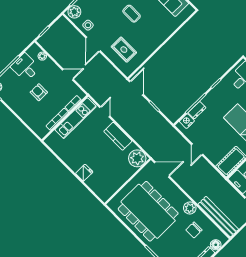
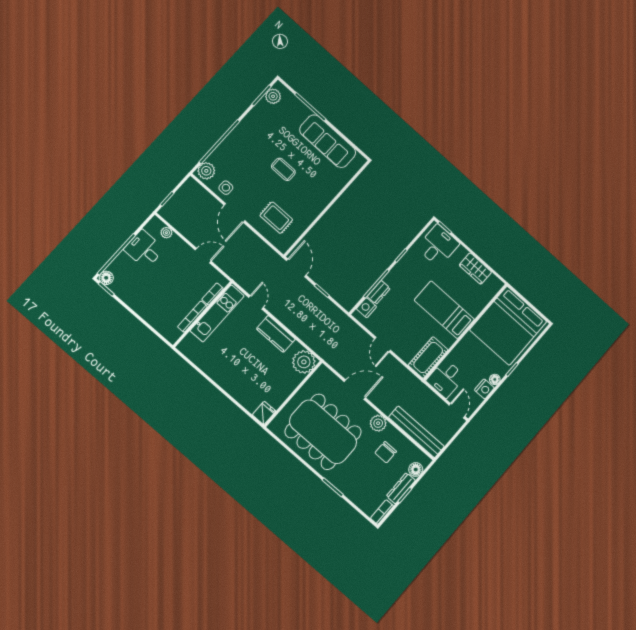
armchair: (39, 92) -> (165, 282), removed
door: (162, 170) -> (355, 390), moved
fridge: (84, 173) -> (264, 413), moved

